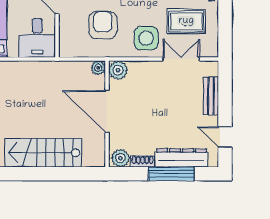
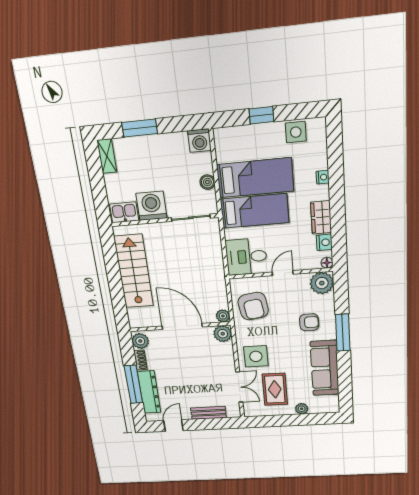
armchair: (103, 25) -> (253, 306), moved, turned 81
door: (107, 111) -> (182, 326), hinge flipped

